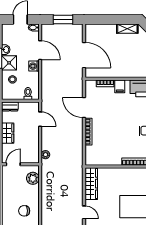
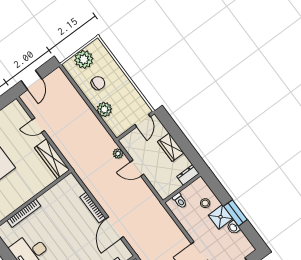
washing machine: (34, 66) -> (194, 232), removed
door: (84, 108) -> (115, 228), swing flipped
door: (40, 119) -> (137, 168), moved
plant: (33, 178) -> (104, 109), moved

